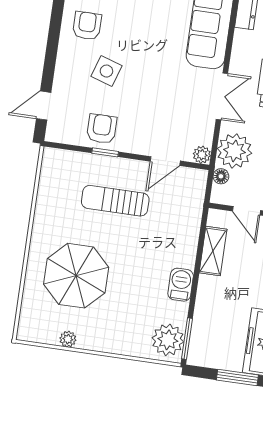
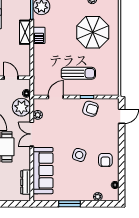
side table: (106, 71) -> (79, 155), moved
armchair: (102, 129) -> (90, 109), turned -73
plant: (202, 155) -> (38, 115), moved
shelving: (213, 251) -> (25, 32), moved

